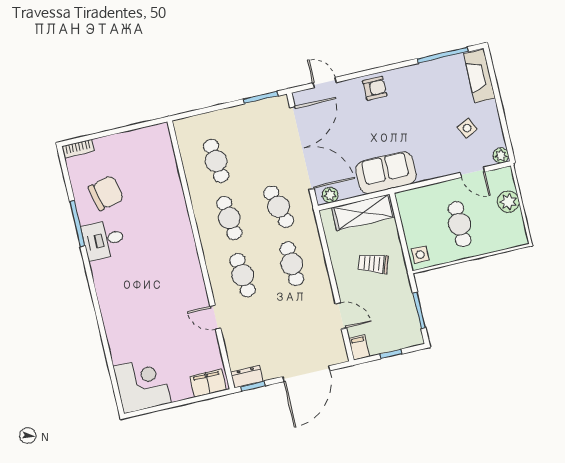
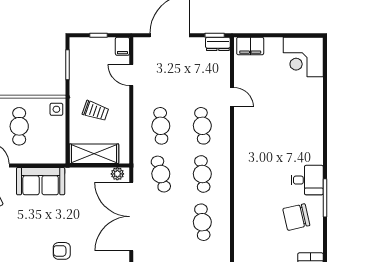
sofa: (386, 173) -> (41, 181), moved

